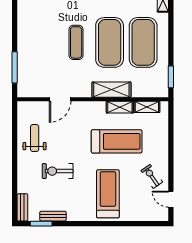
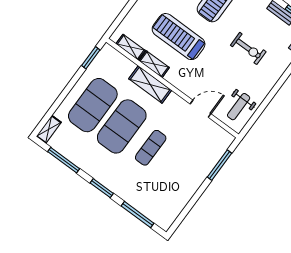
weight bench: (35, 138) -> (239, 107), moved

